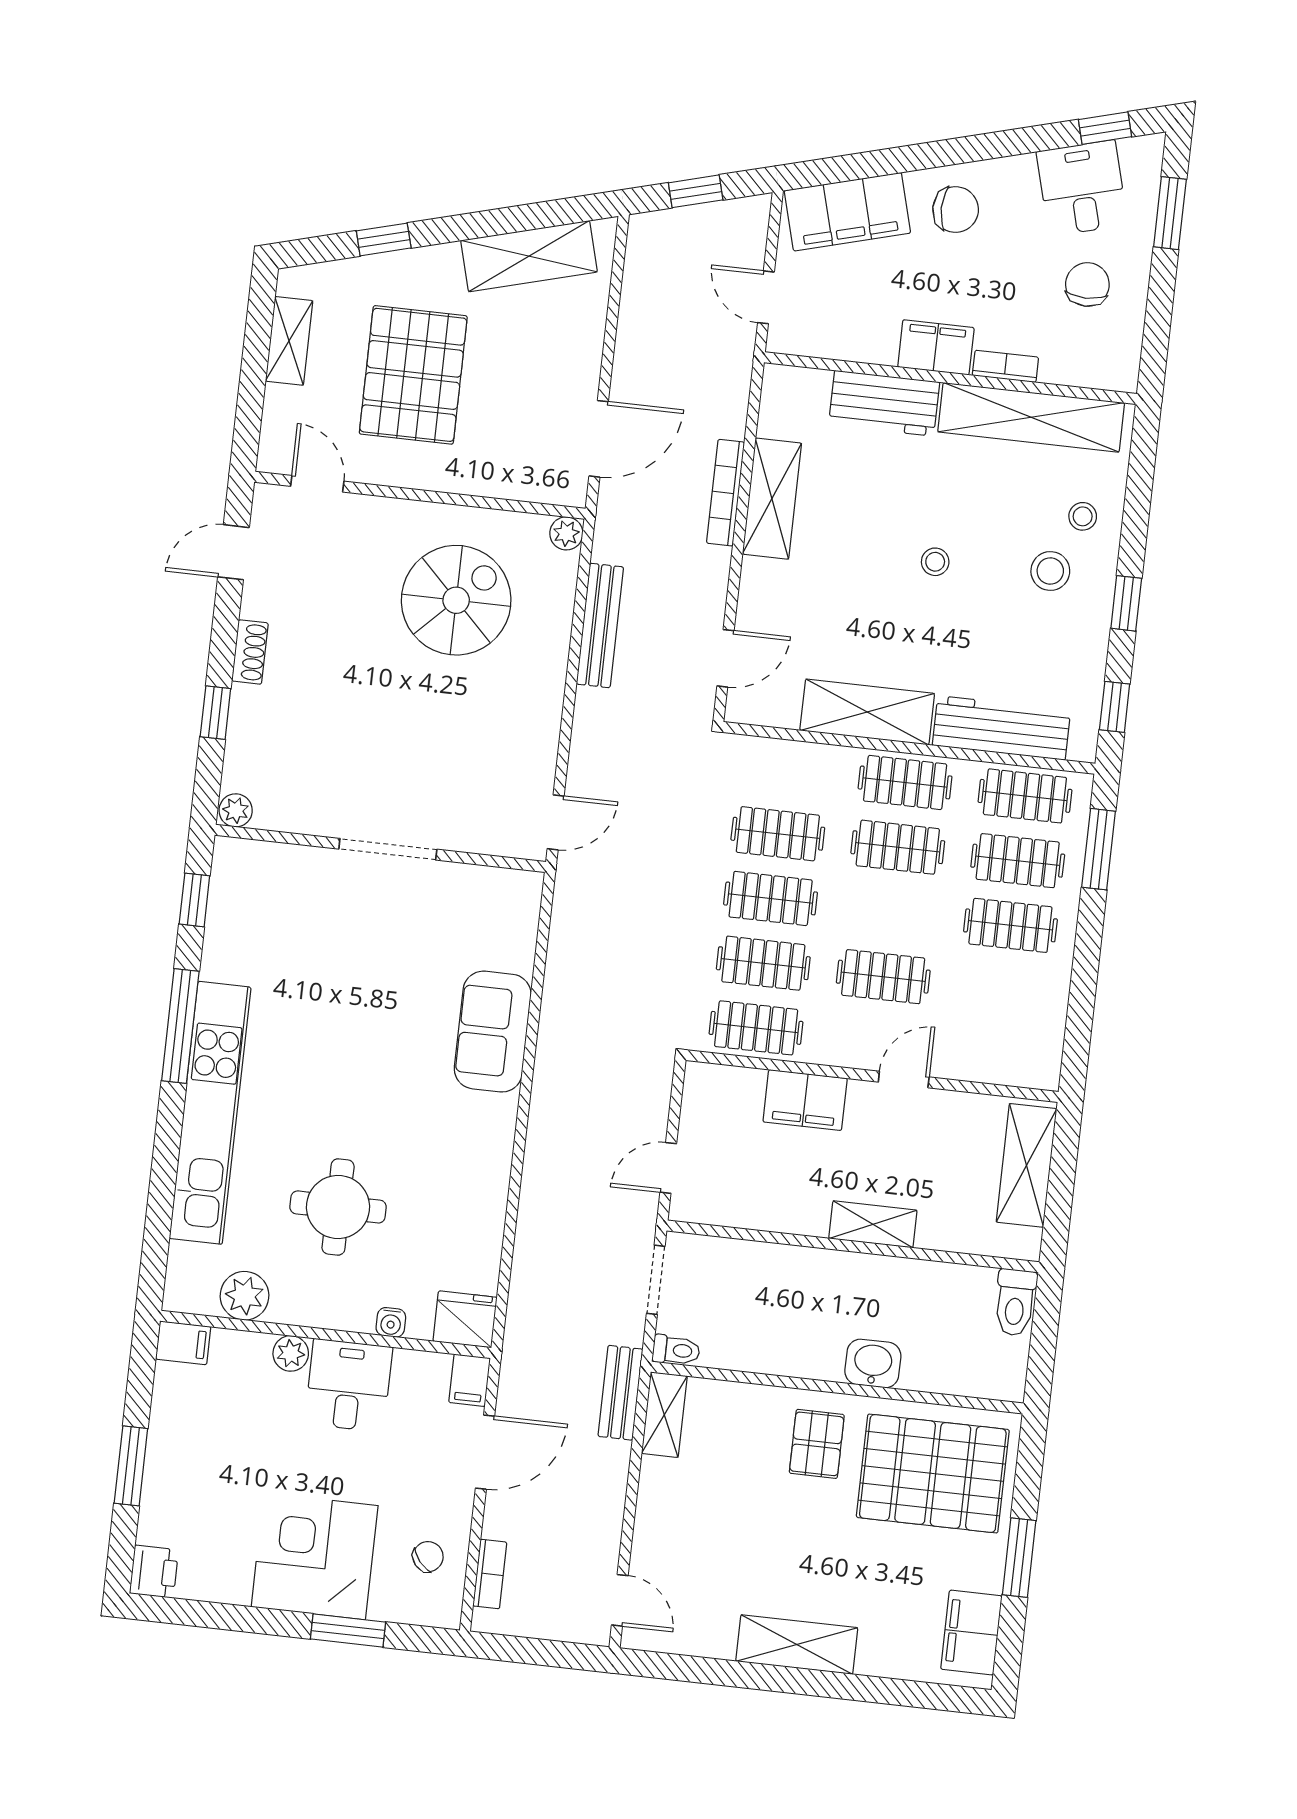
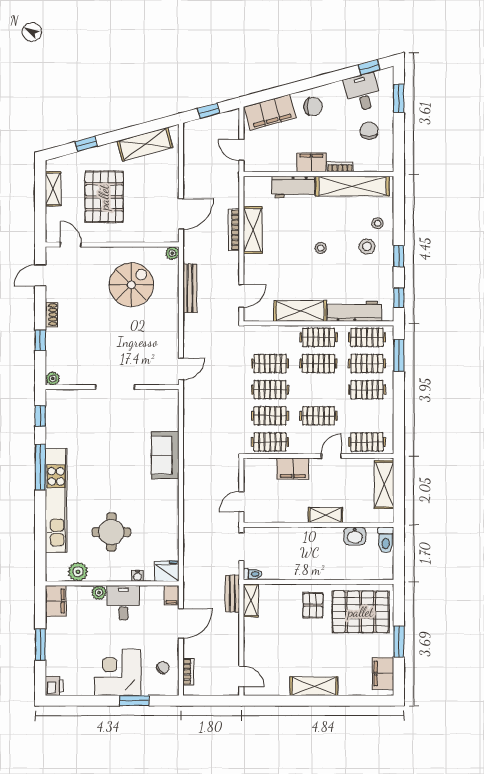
clothes rail: (996, 1055) -> (367, 442), added
filing cabinet: (183, 1343) -> (56, 601), width x2.00
washbasin: (873, 1363) -> (355, 536), moved, turned 180

